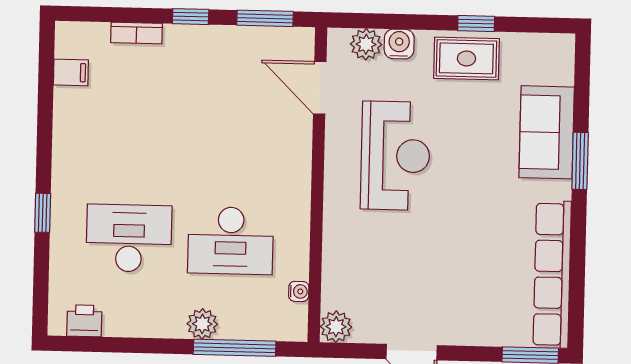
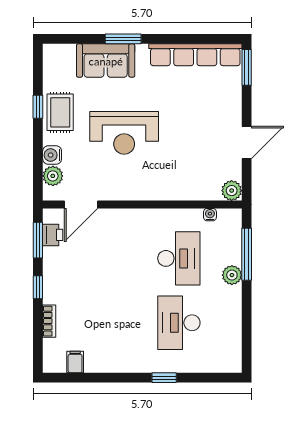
reception desk: (395, 156) -> (124, 133), moved, turned 180
printer: (84, 321) -> (53, 235), moved, turned 180

